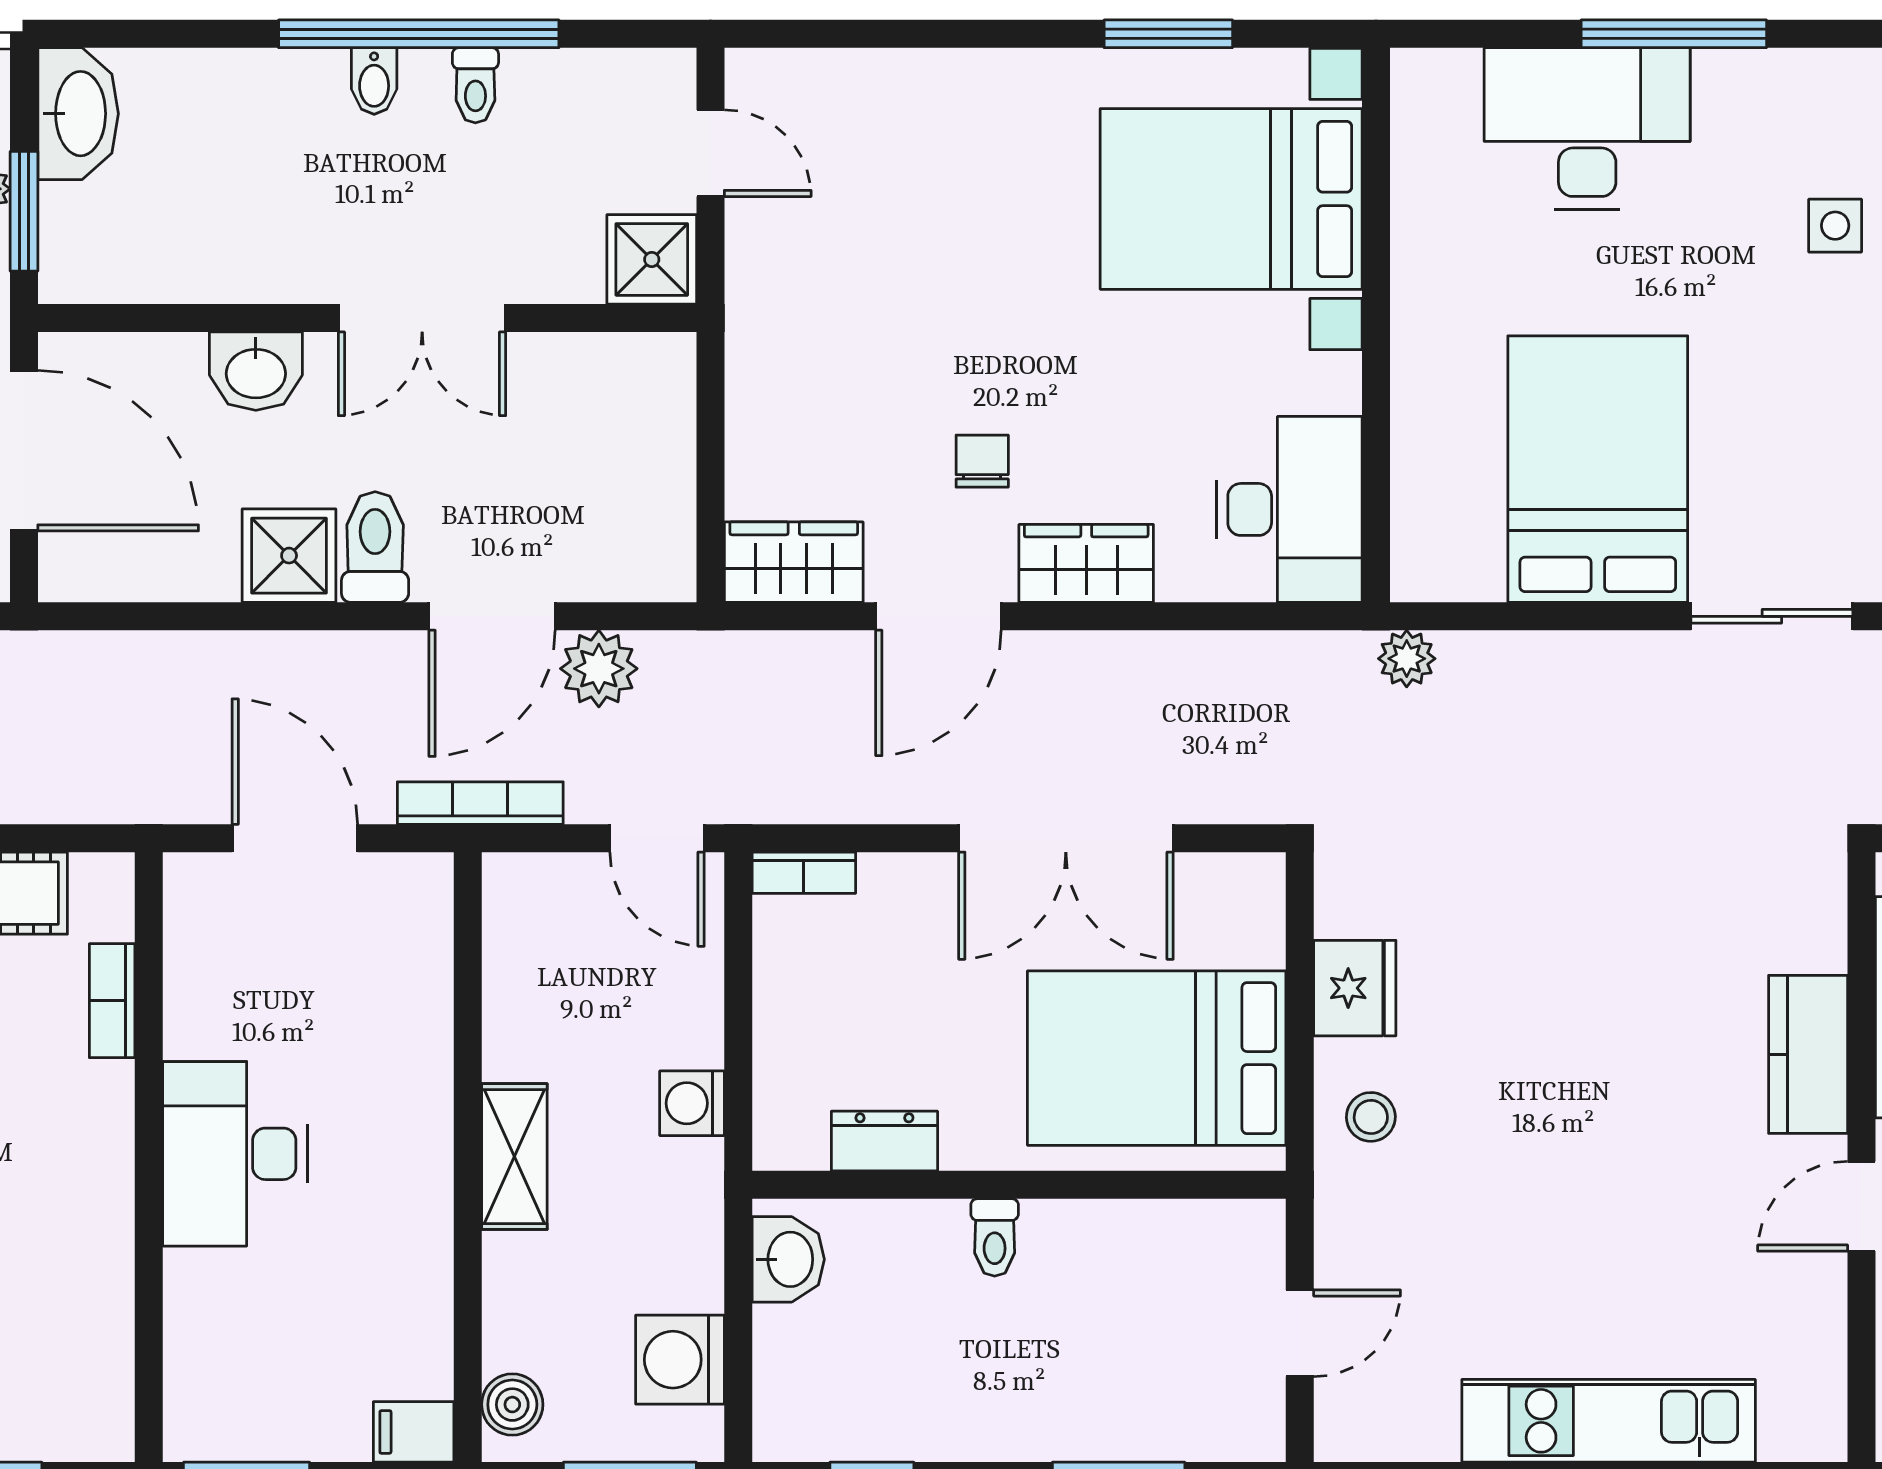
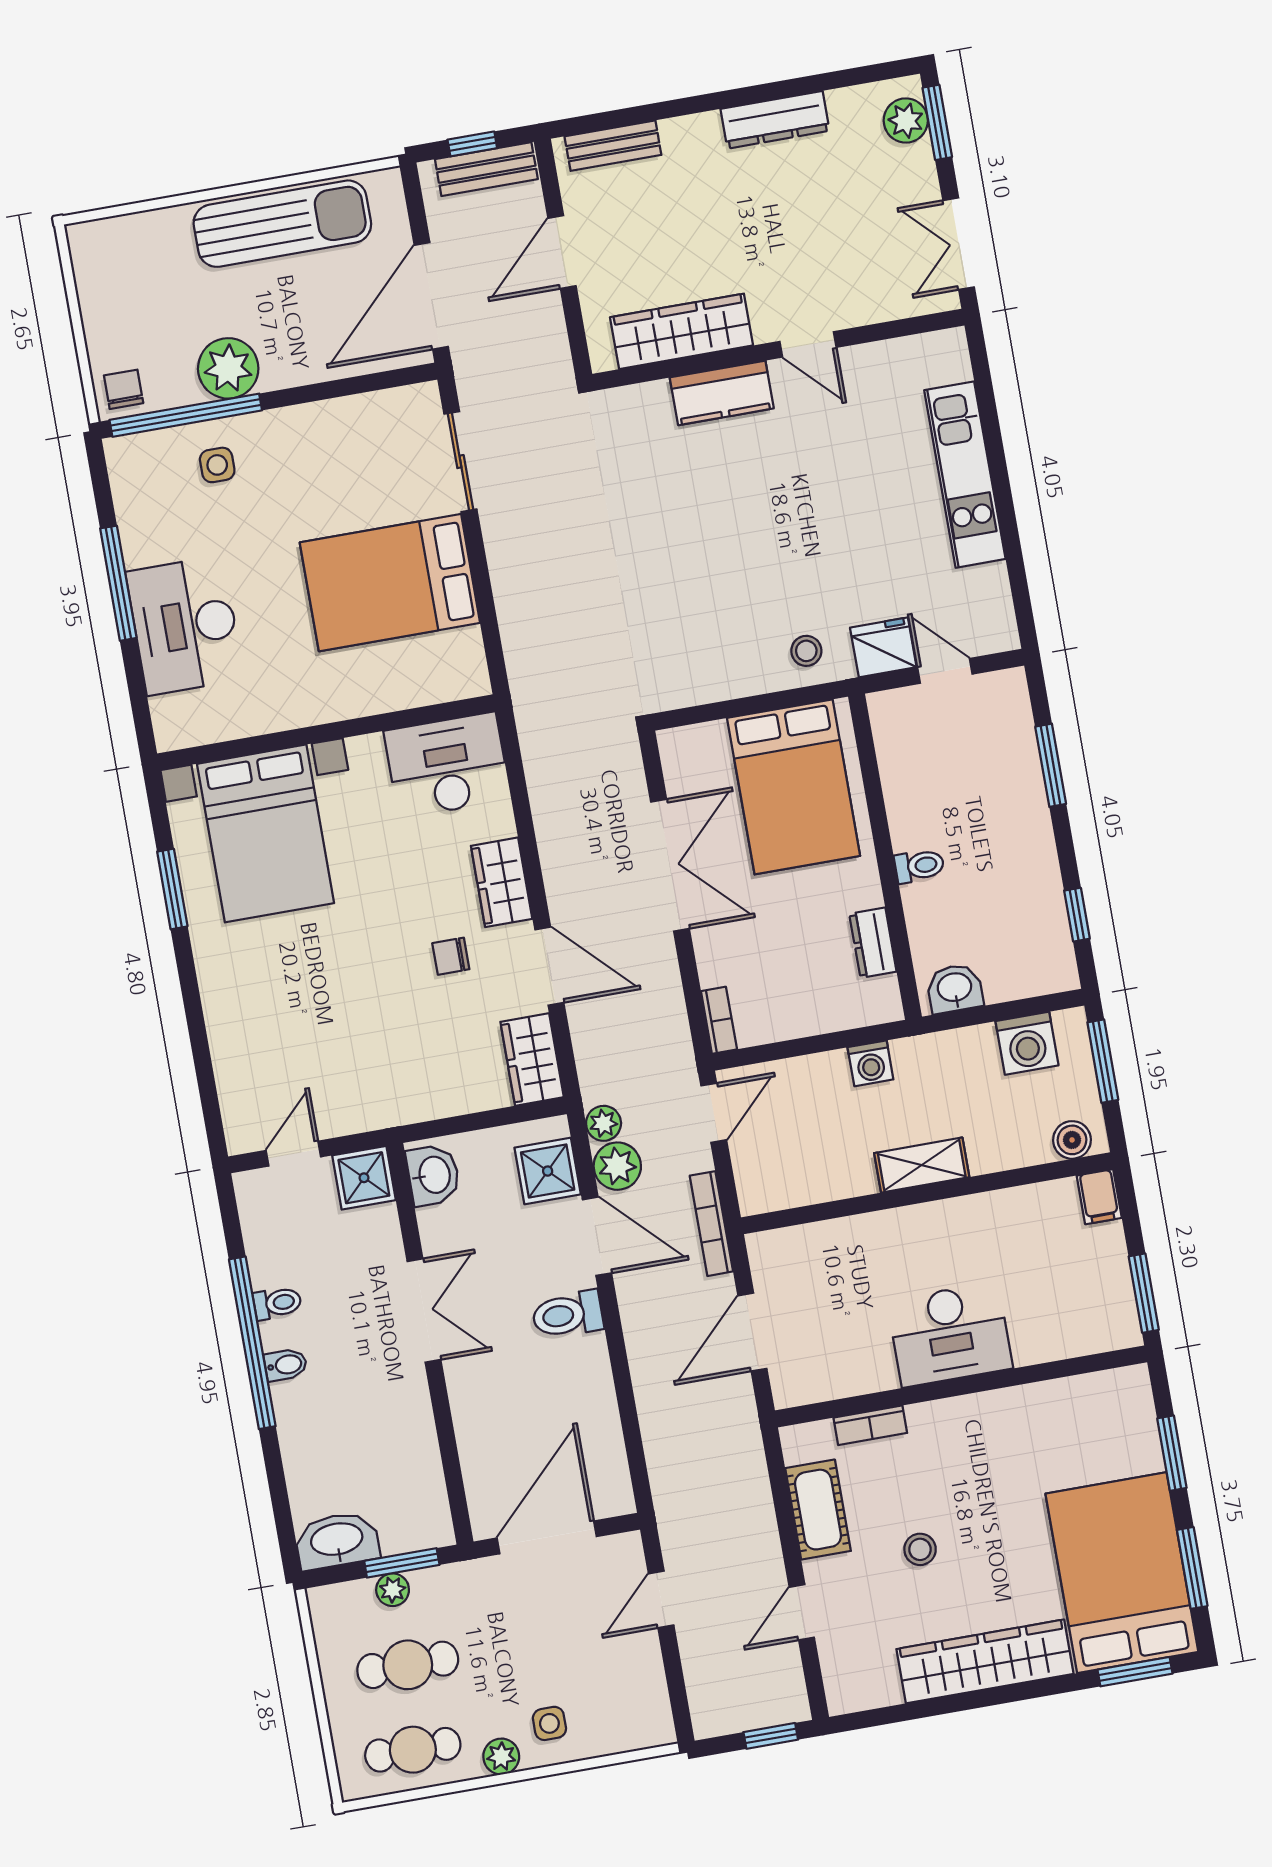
washbasin: (256, 371) -> (433, 1175), moved
shower: (289, 556) -> (548, 1171), moved
plant: (1407, 659) -> (604, 1123), moved
fridge: (1355, 988) -> (883, 647), moved

